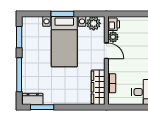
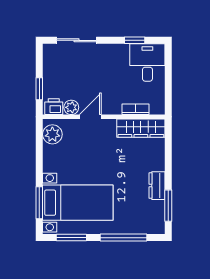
window: (62, 14) -> (39, 203), moved
window: (127, 14) -> (39, 89), added
bed with nightstands: (64, 42) -> (78, 203), moved
dresser: (33, 99) -> (157, 186), moved

